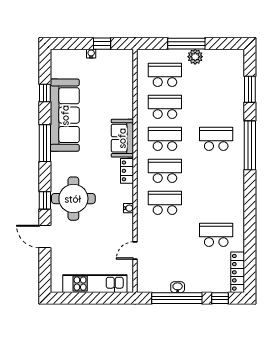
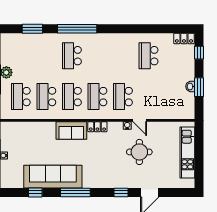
round table: (73, 199) -> (139, 152), moved, width x0.73, depth x0.73
door: (135, 251) -> (140, 120), moved
locker: (238, 272) -> (184, 39), width x0.66
window: (177, 298) -> (199, 87), width x0.47

